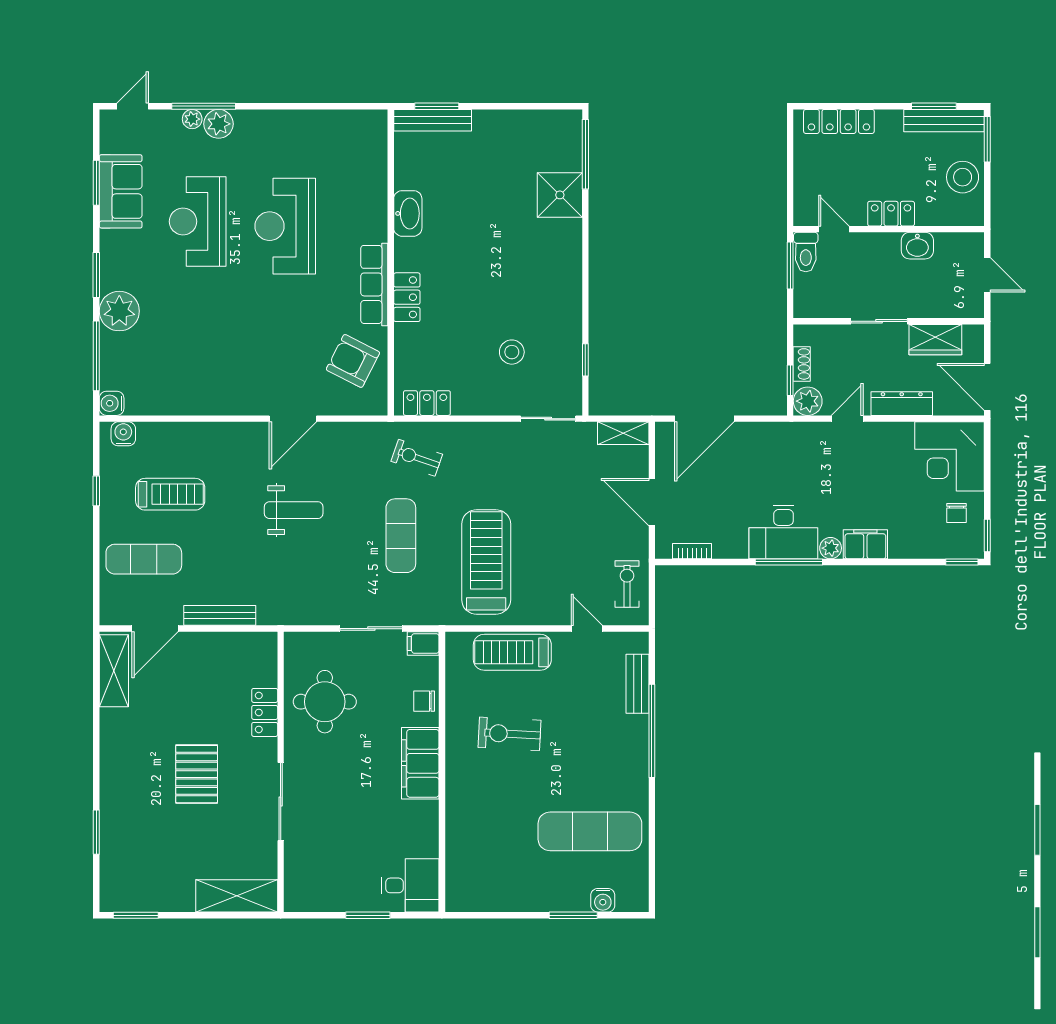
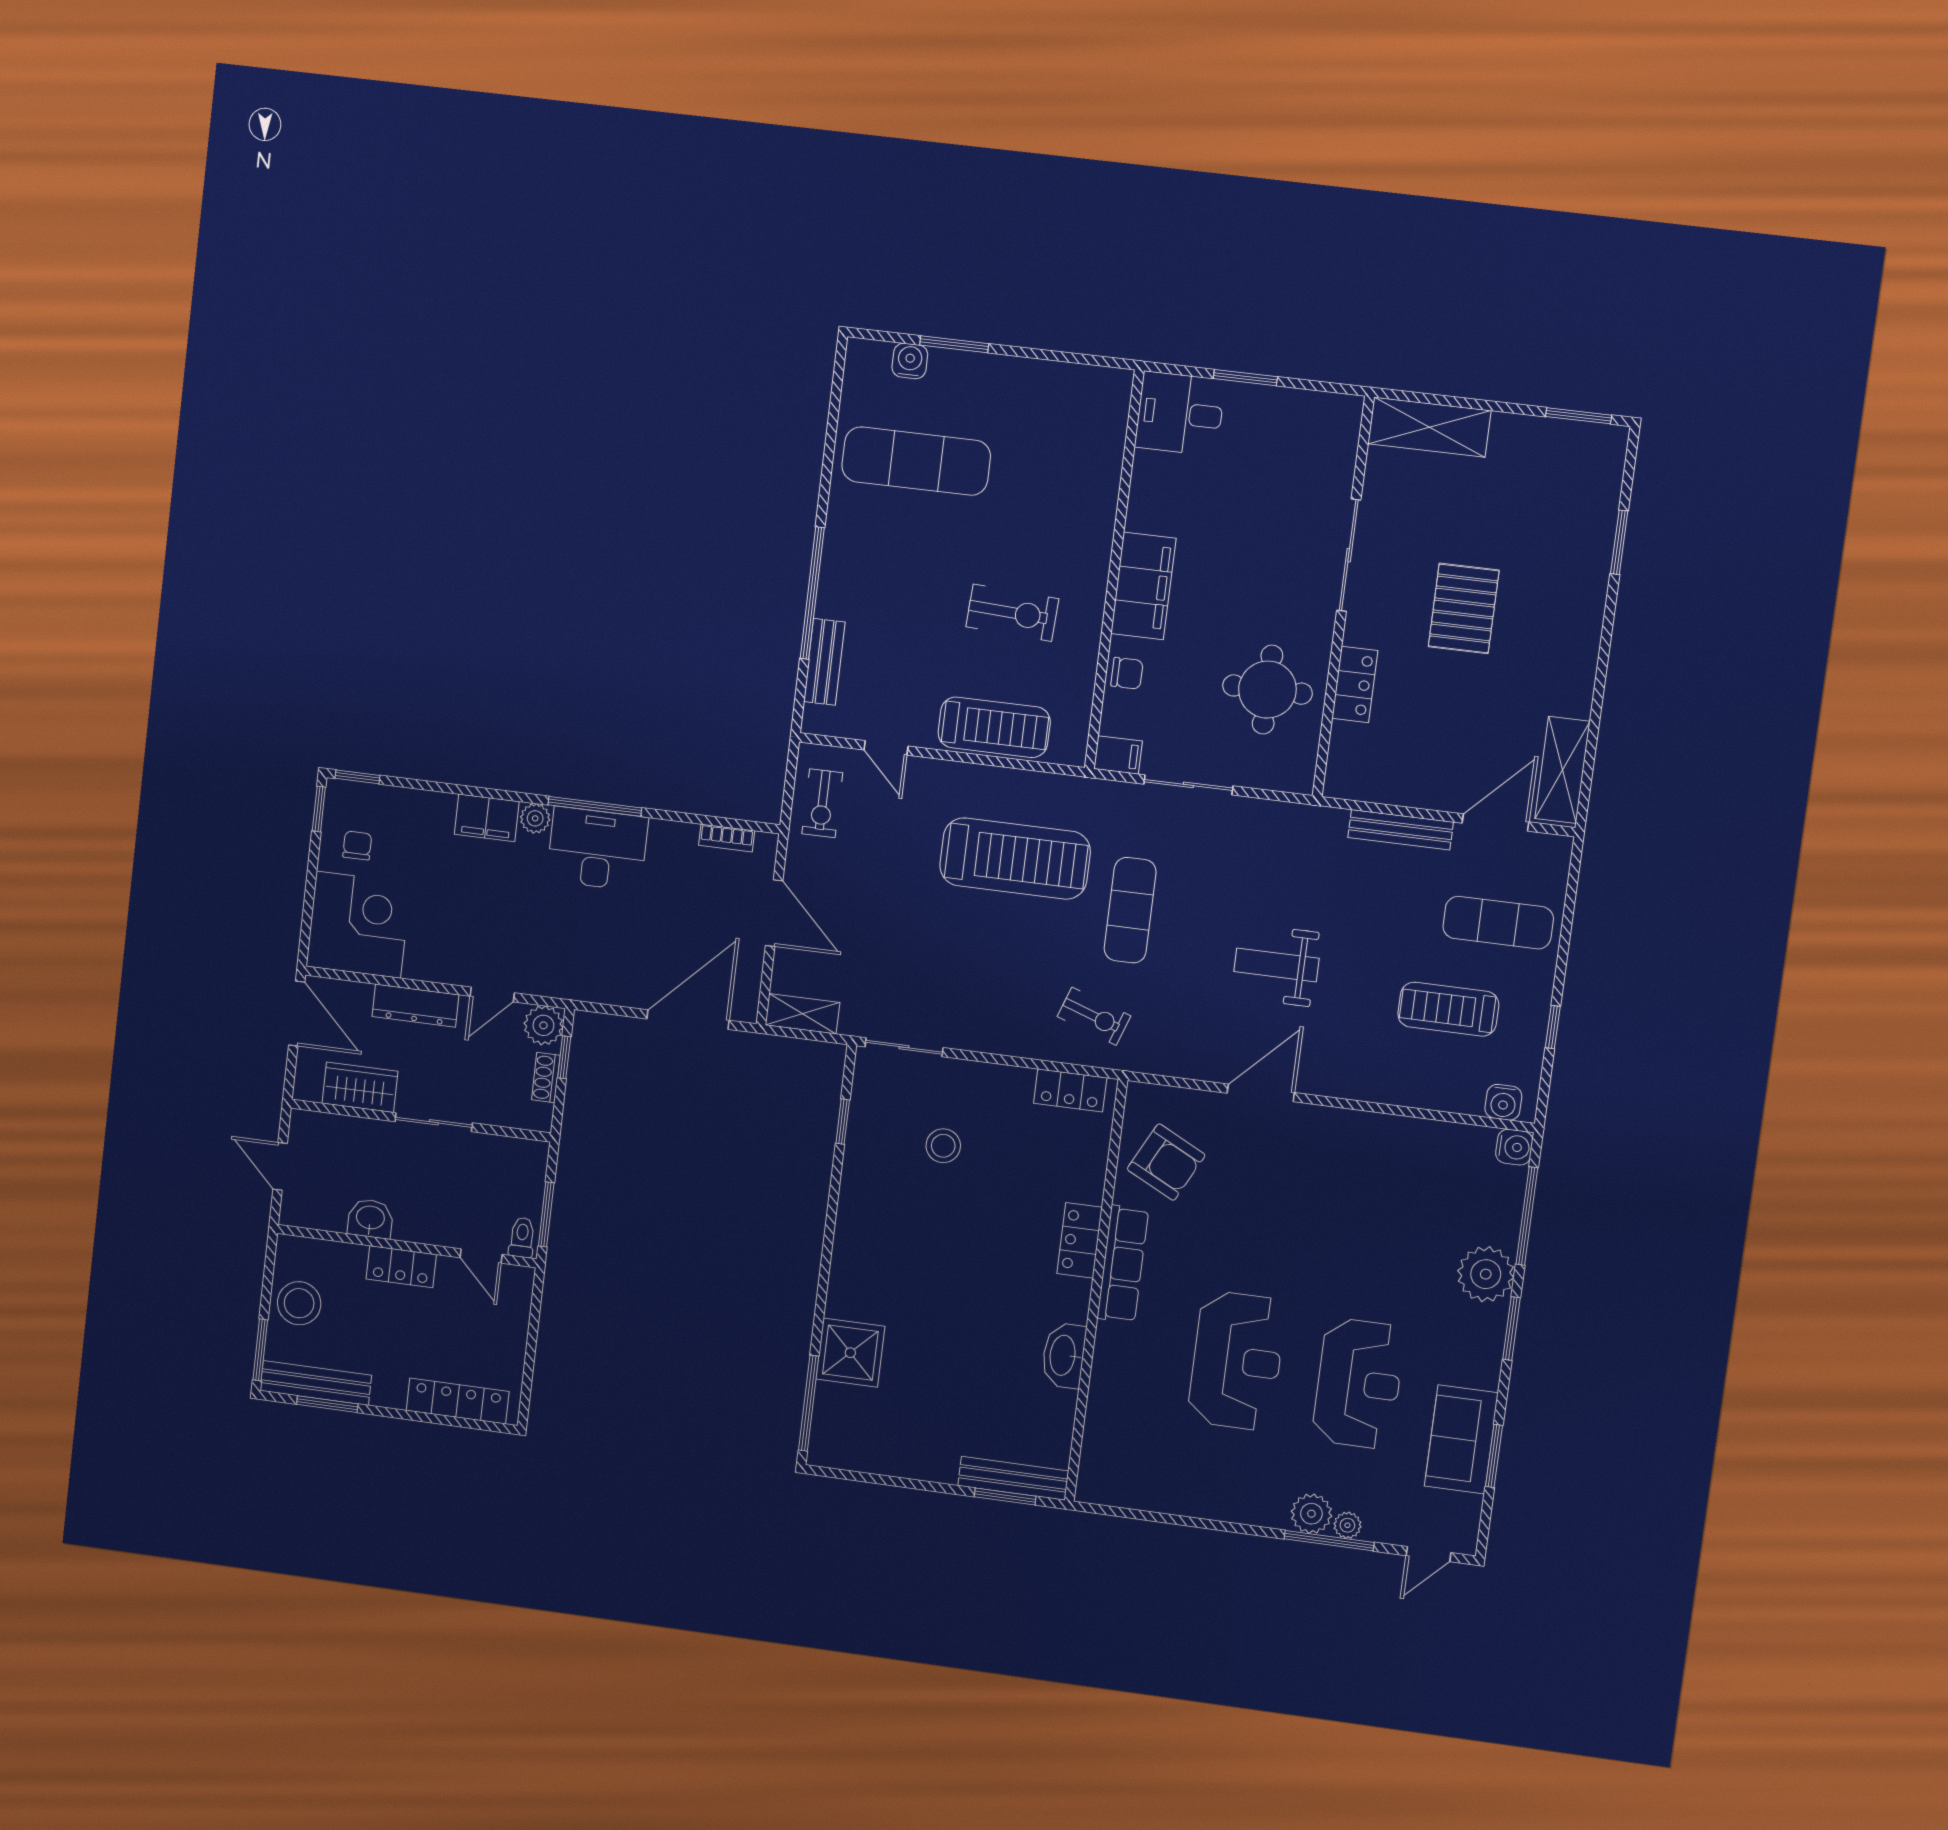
toilet: (806, 252) -> (522, 1237), width x0.73, depth x0.72
treadmill: (486, 562) -> (1015, 859), turned -90

